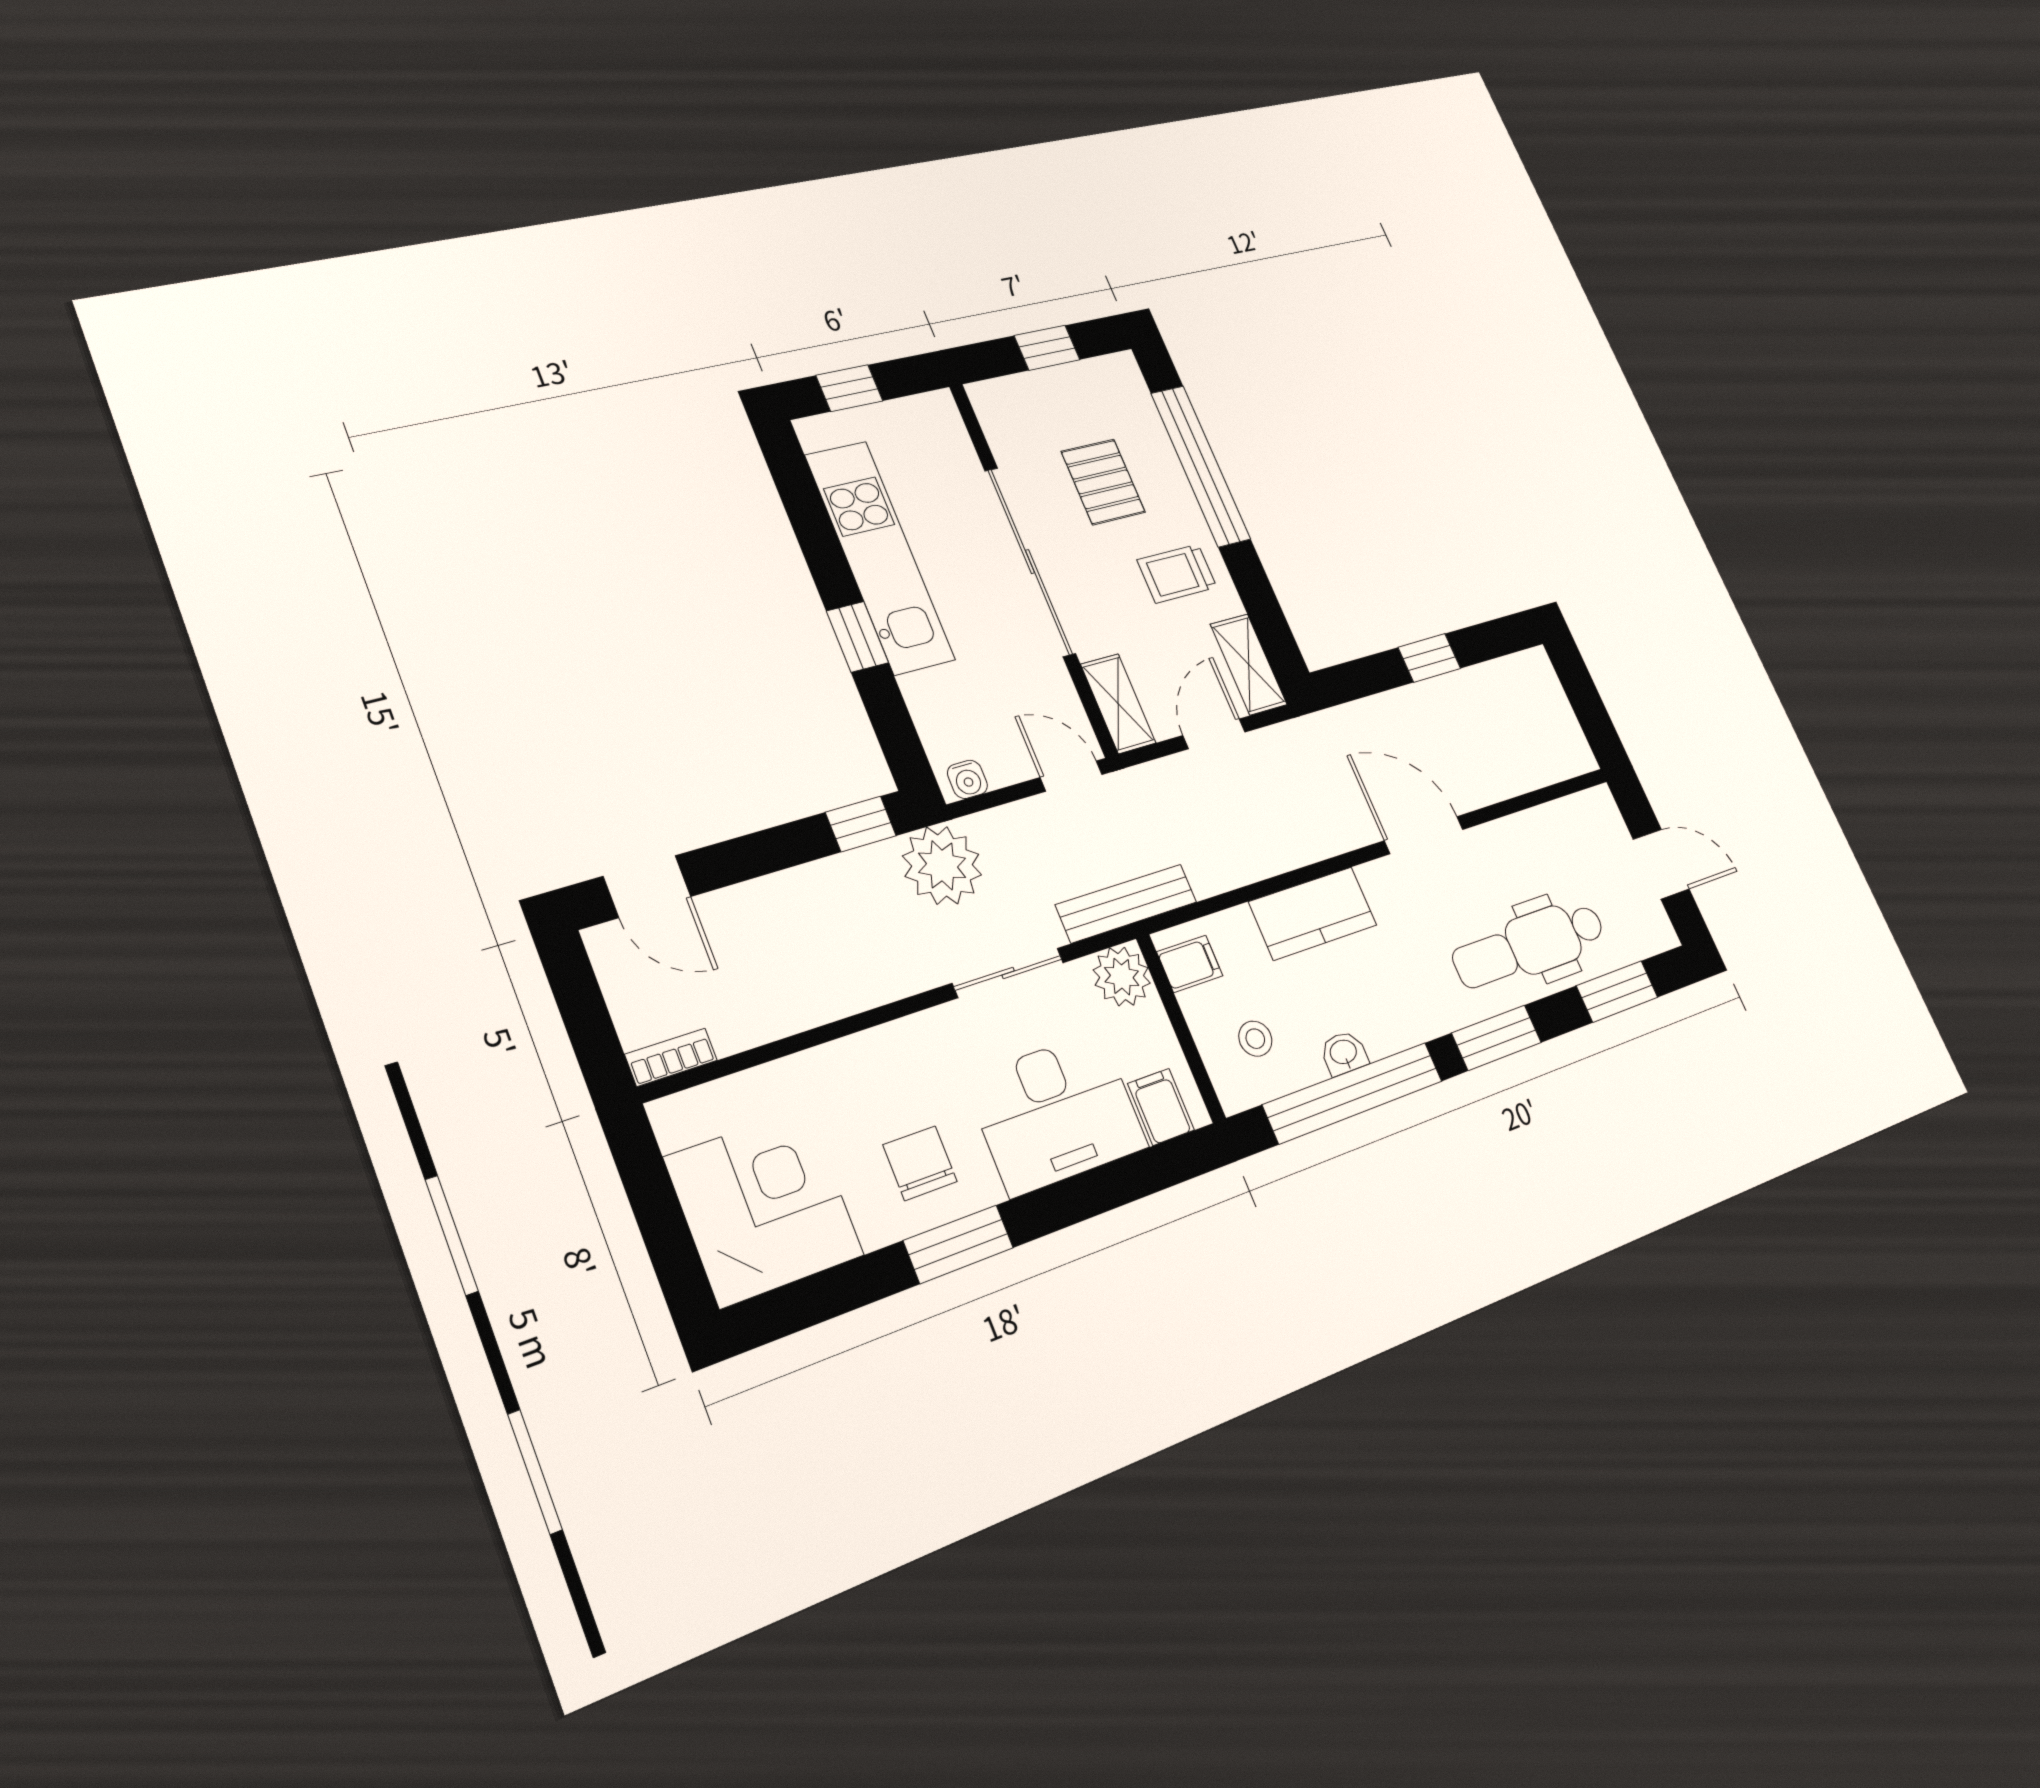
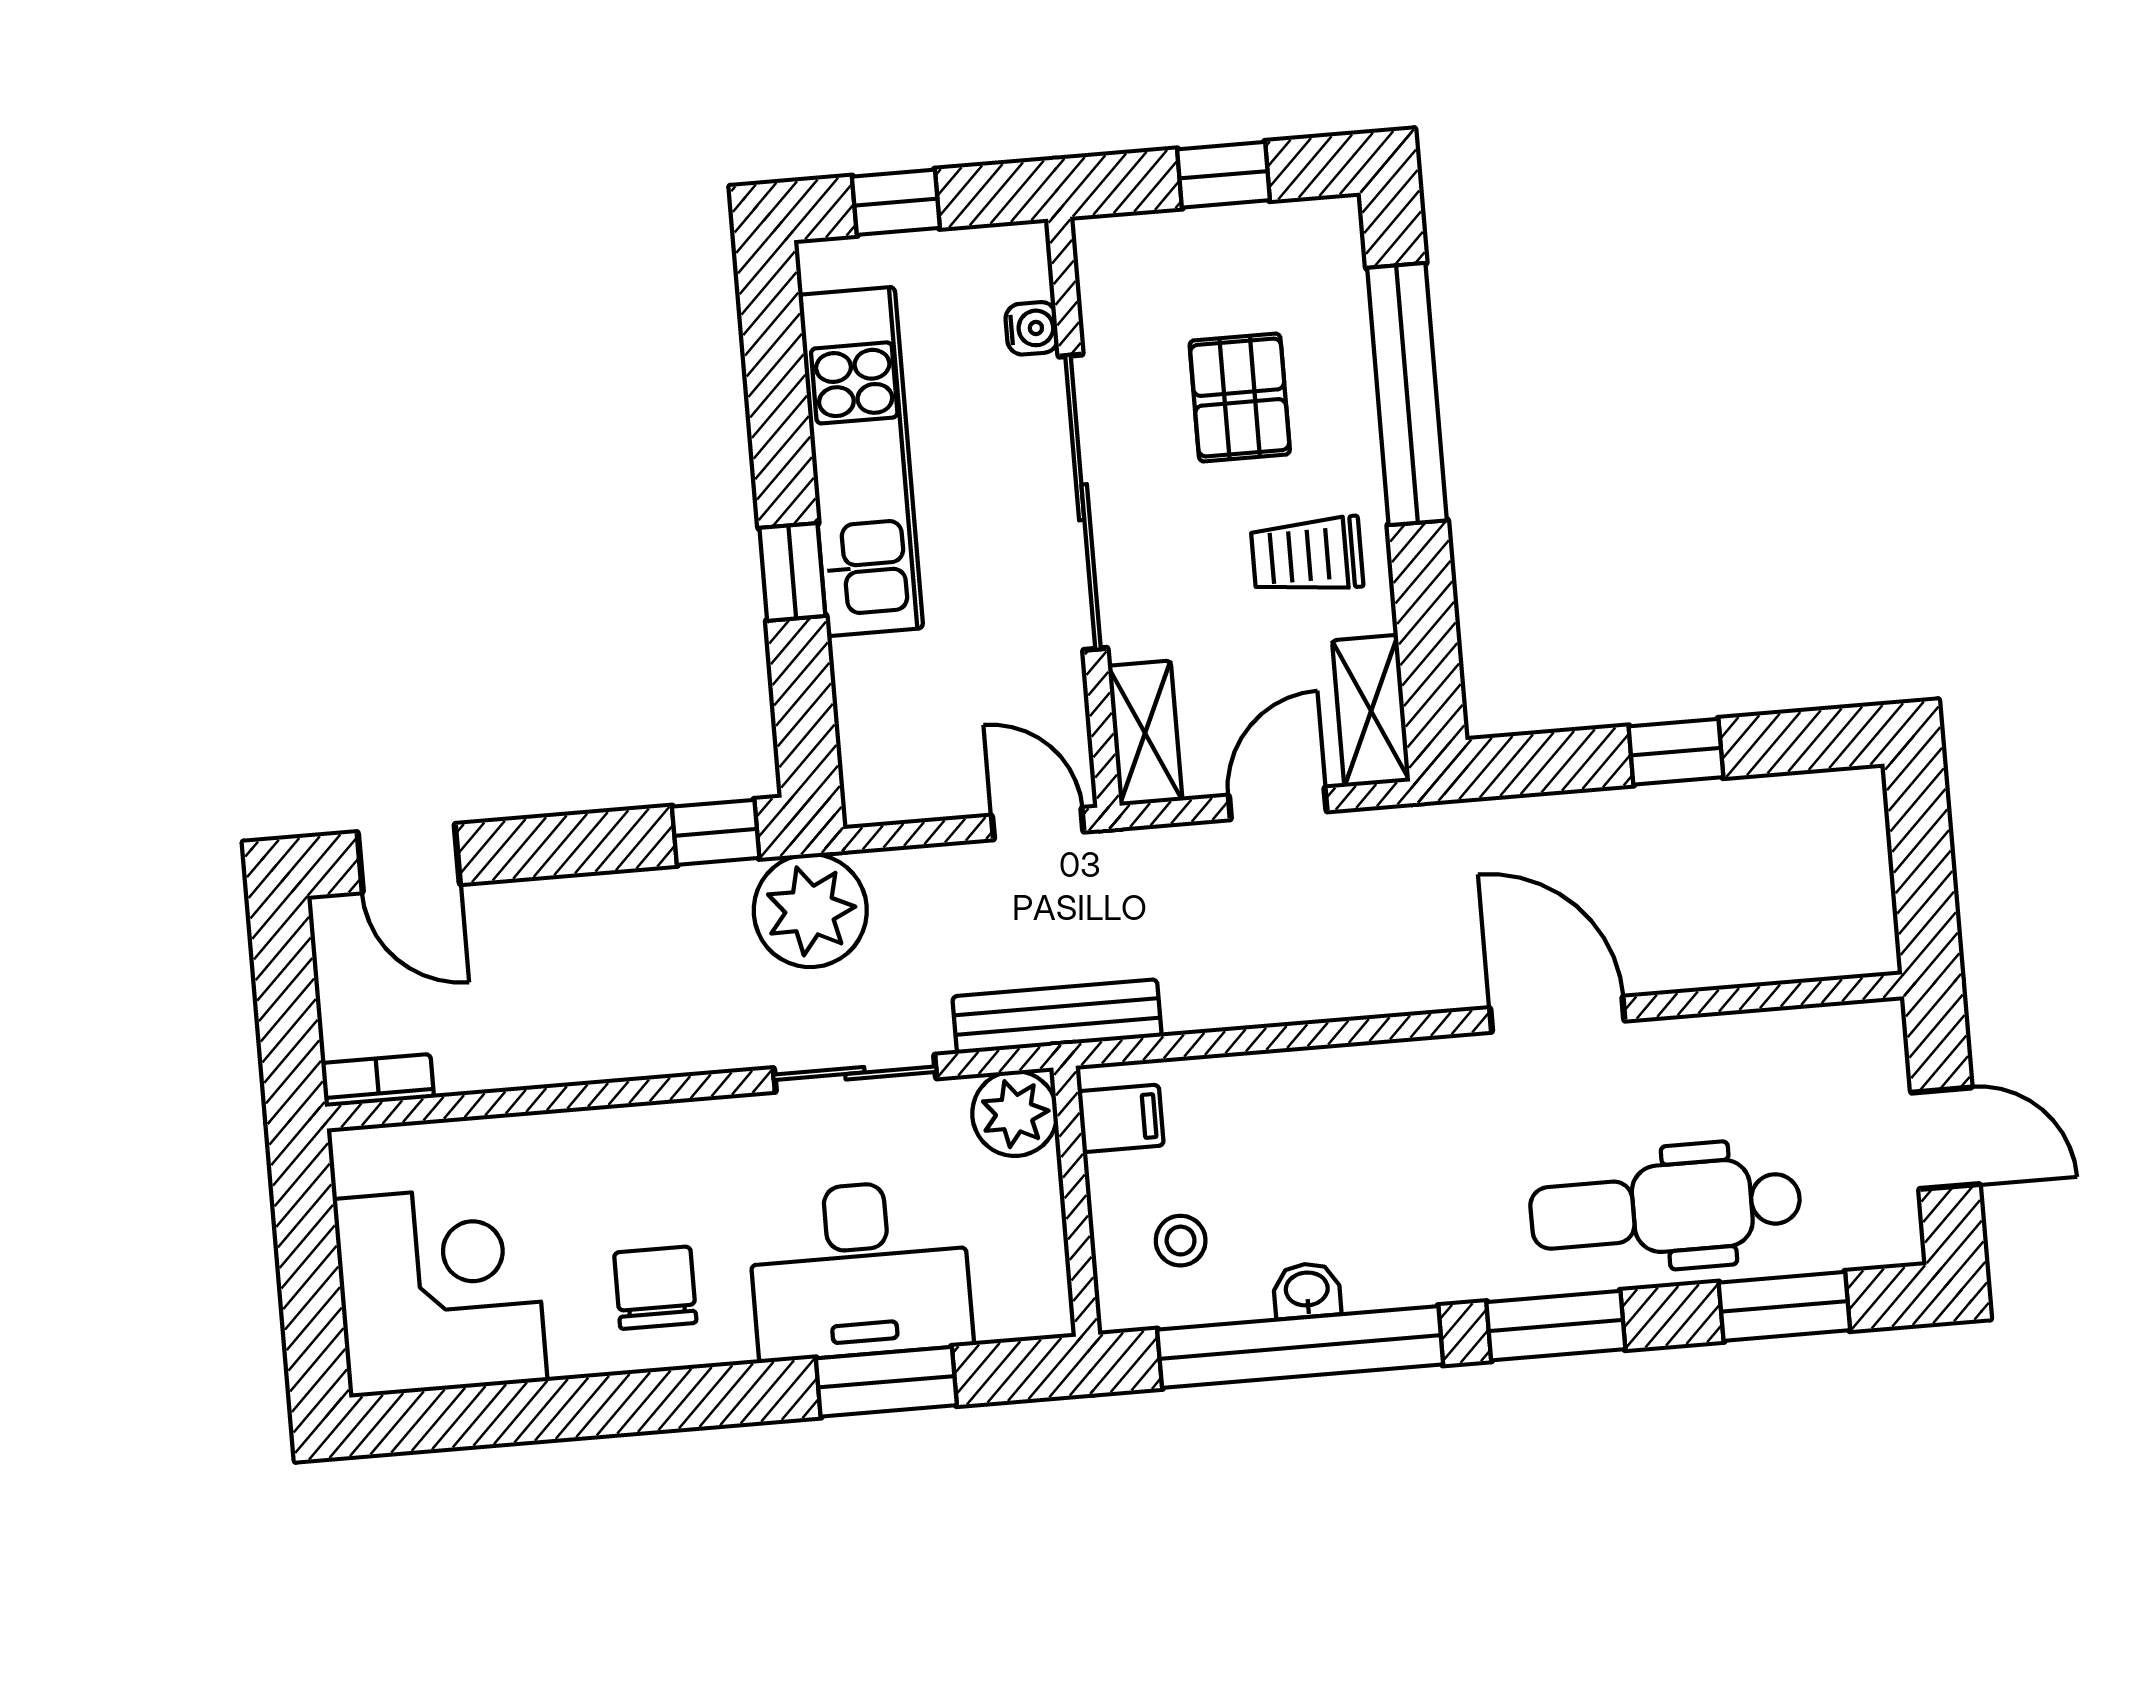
water cooler: (967, 779) -> (1032, 328), moved, turned -90
kitchen counter: (1313, 913) -> (1334, 1089), removed
filing cabinet: (1161, 1107) -> (1010, 1297), removed
window: (958, 1244) -> (886, 1382), moved

